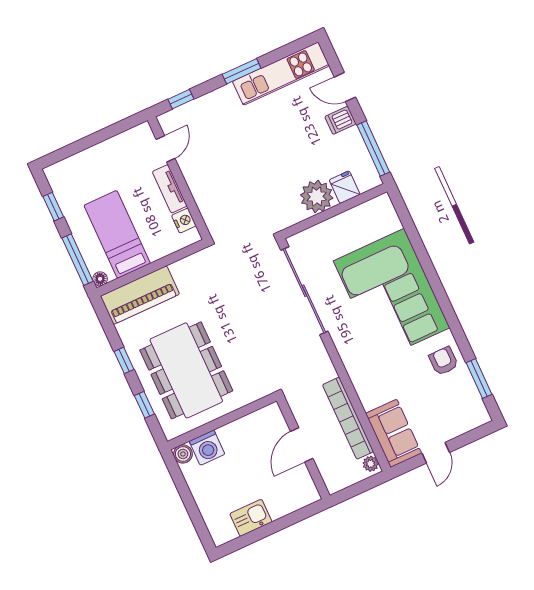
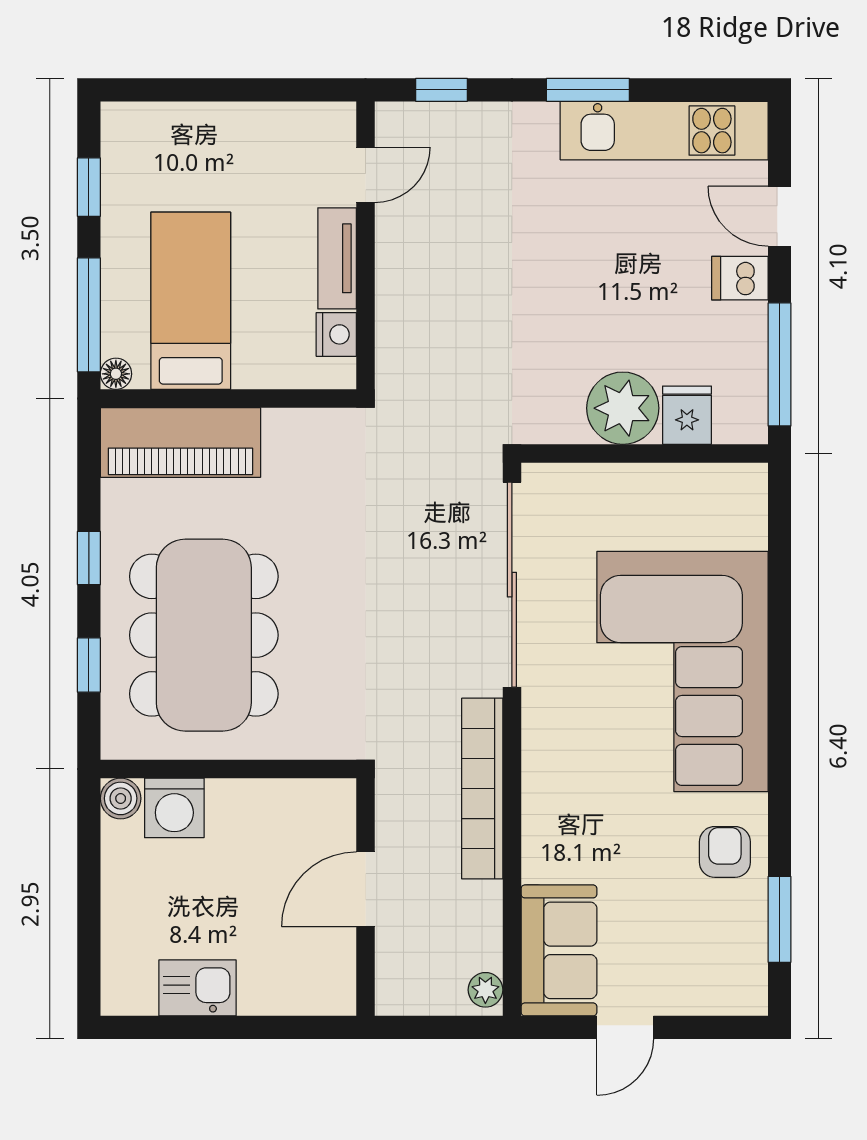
bookcase: (348, 418) -> (482, 789), moved

